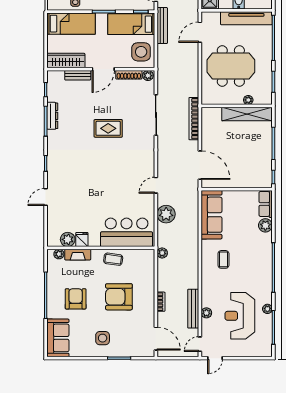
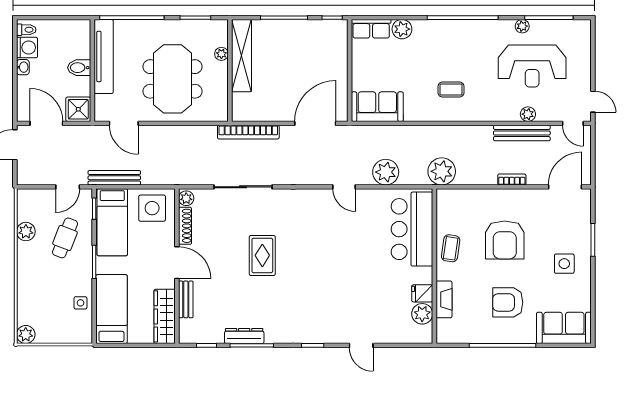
sofa: (212, 215) -> (377, 107), width x0.73
plant: (162, 253) -> (442, 171), width x1.88, depth x1.88
plant: (59, 254) -> (443, 326), removed

